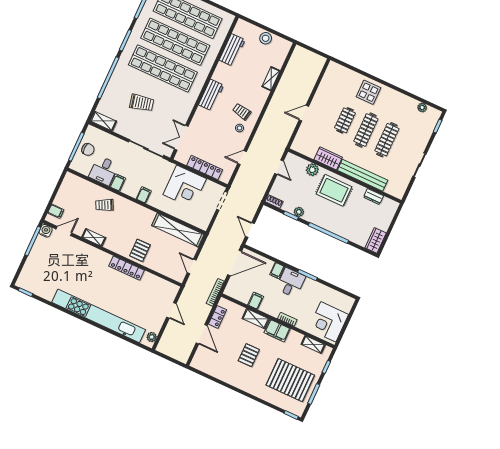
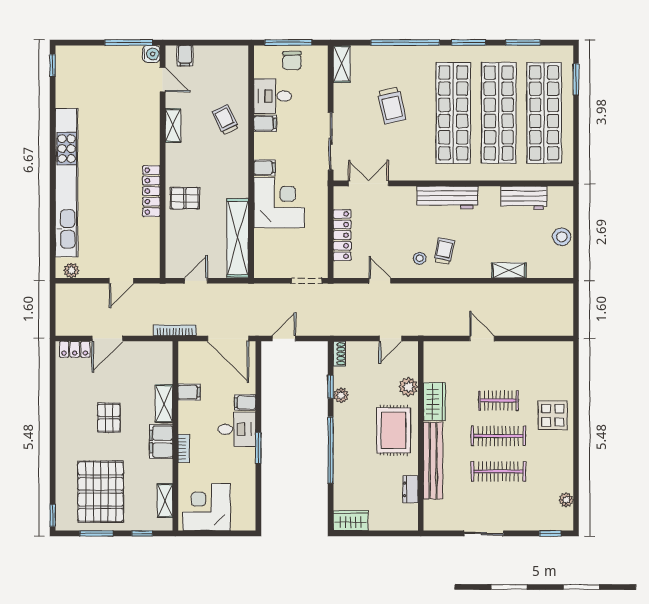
workbench: (211, 95) -> (447, 197), width x1.38
corner desk: (185, 187) -> (279, 202), moved, turned 180
locker: (217, 317) -> (75, 349), moved
pallet: (249, 355) -> (109, 418), turned 90

